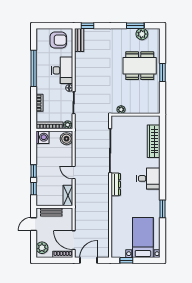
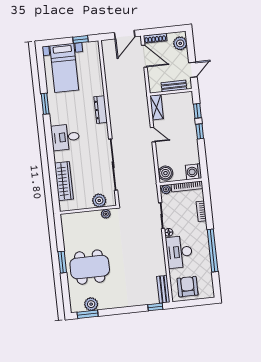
window: (135, 26) -> (88, 314), moved
armchair: (58, 40) -> (188, 287), turned 90
plant: (125, 121) -> (99, 200), added
dresser: (116, 184) -> (101, 110), moved

